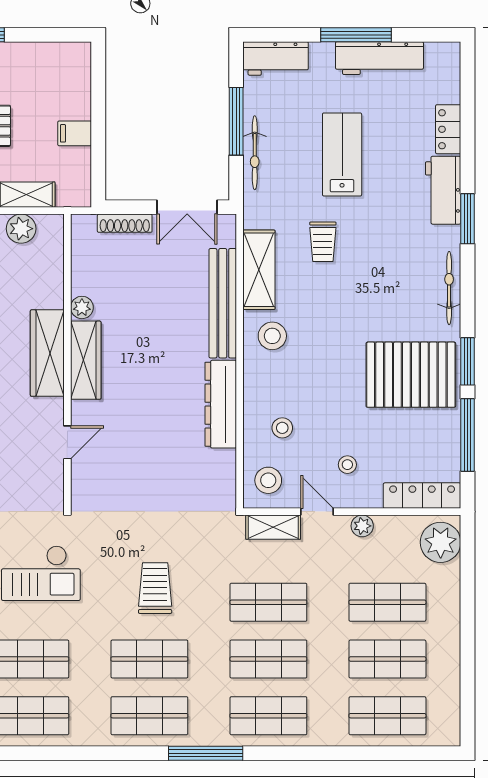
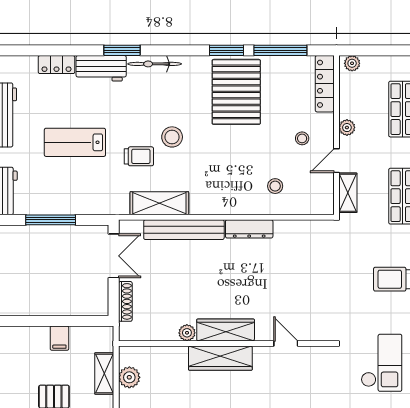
bicycle: (255, 153) -> (74, 206), removed
bicycle: (449, 288) -> (155, 64), moved
stool: (272, 336) -> (172, 137), moved
dresser: (221, 404) -> (249, 229), width x0.73, depth x0.80
stool: (268, 480) -> (314, 196), removed
plant: (441, 542) -> (352, 63), width x0.53, depth x0.53

